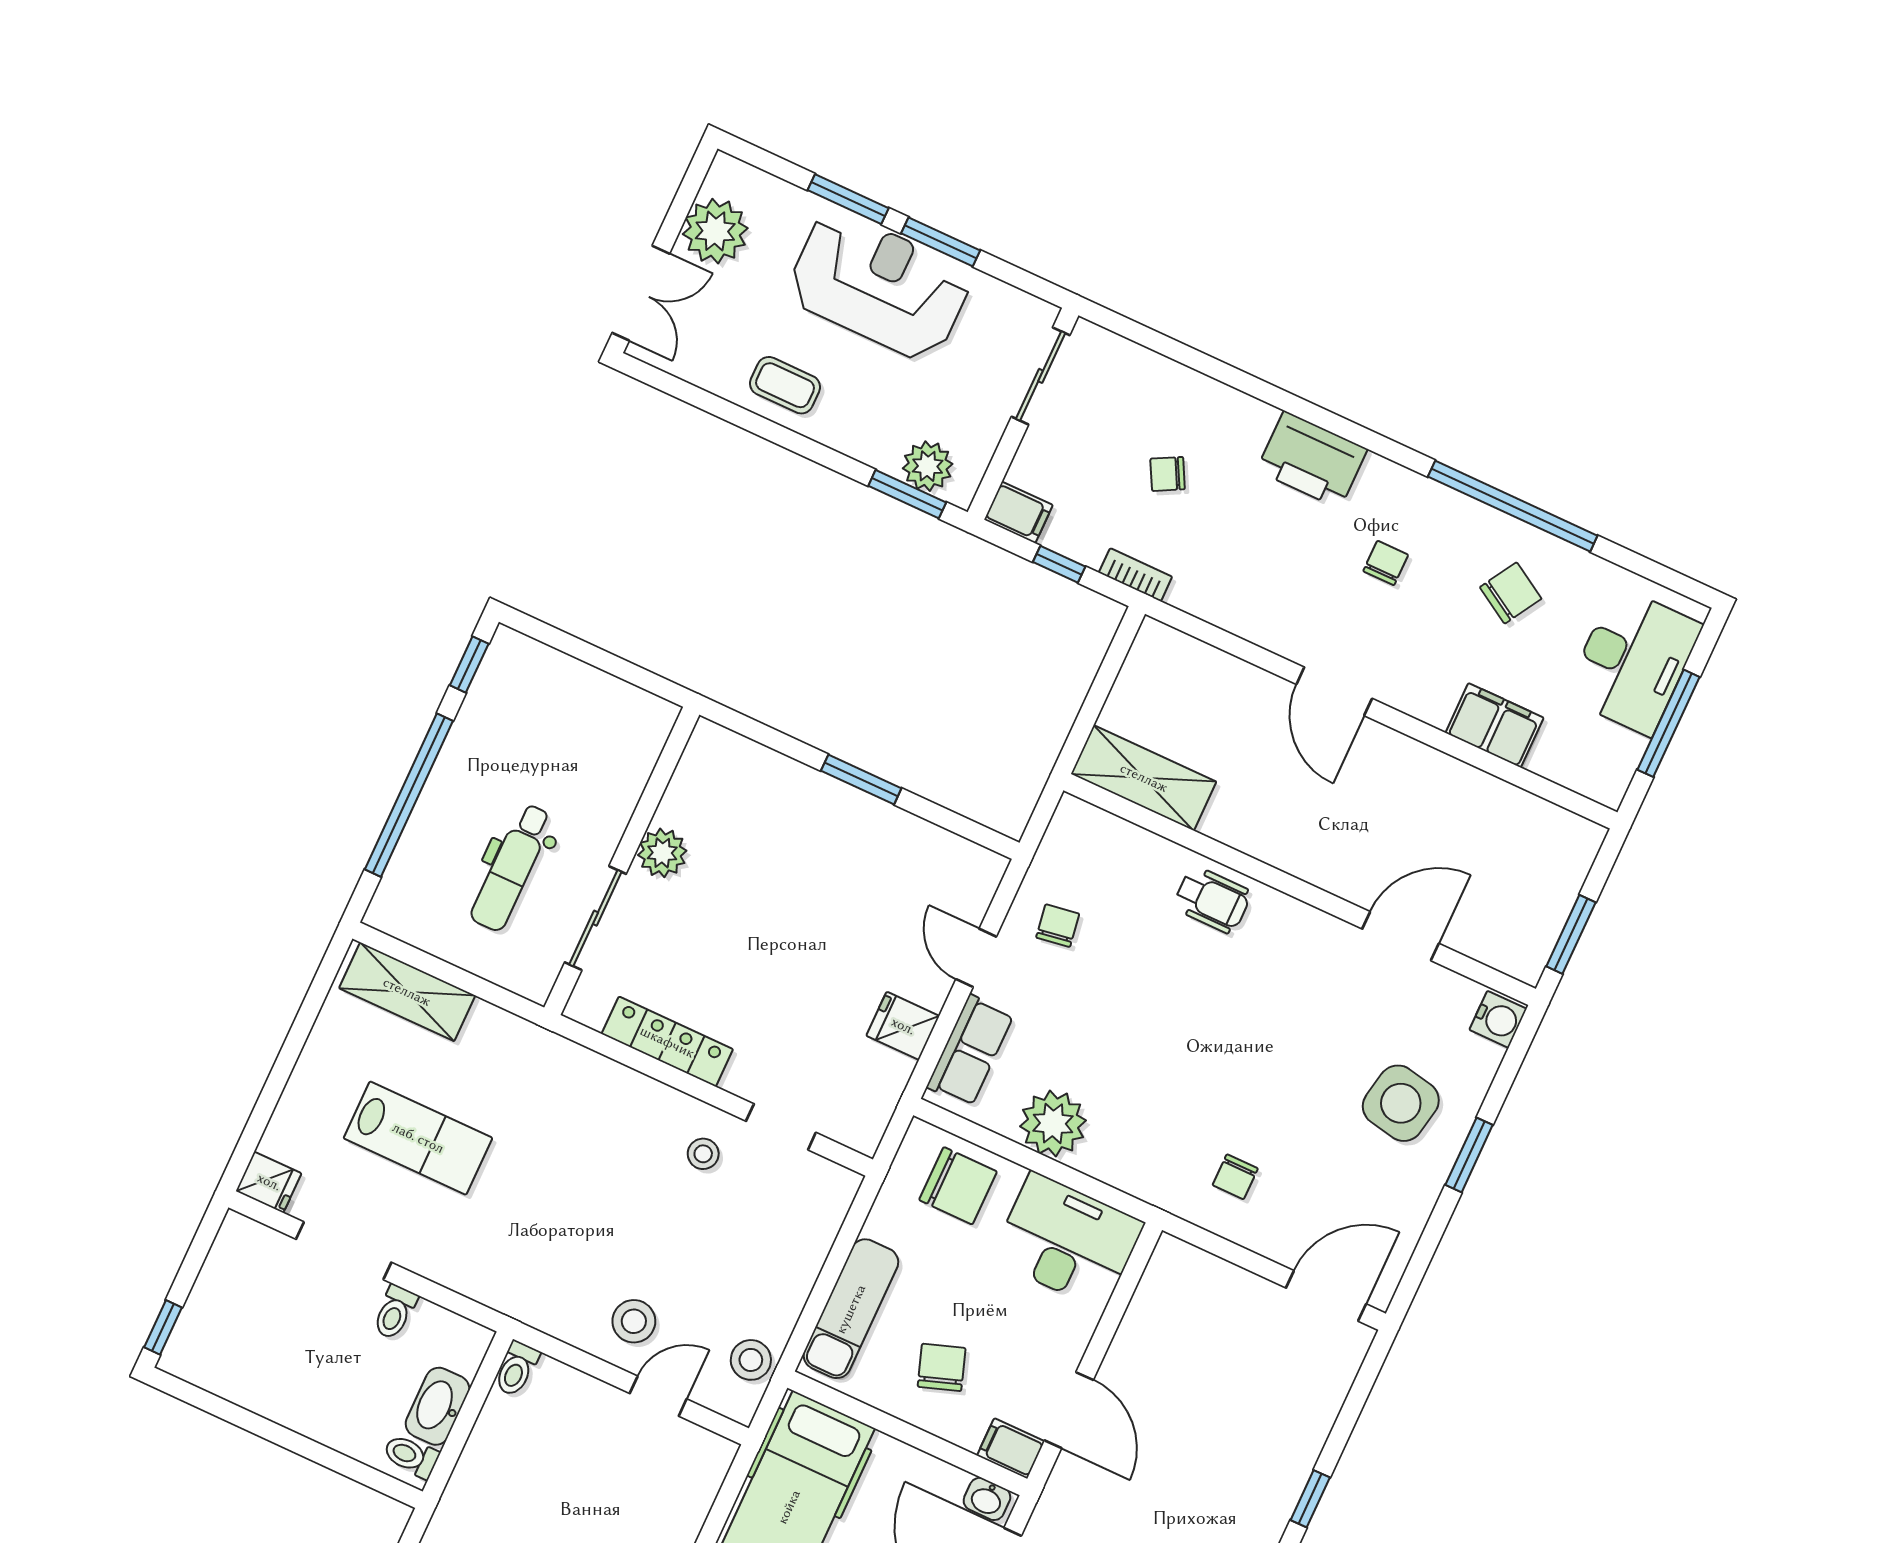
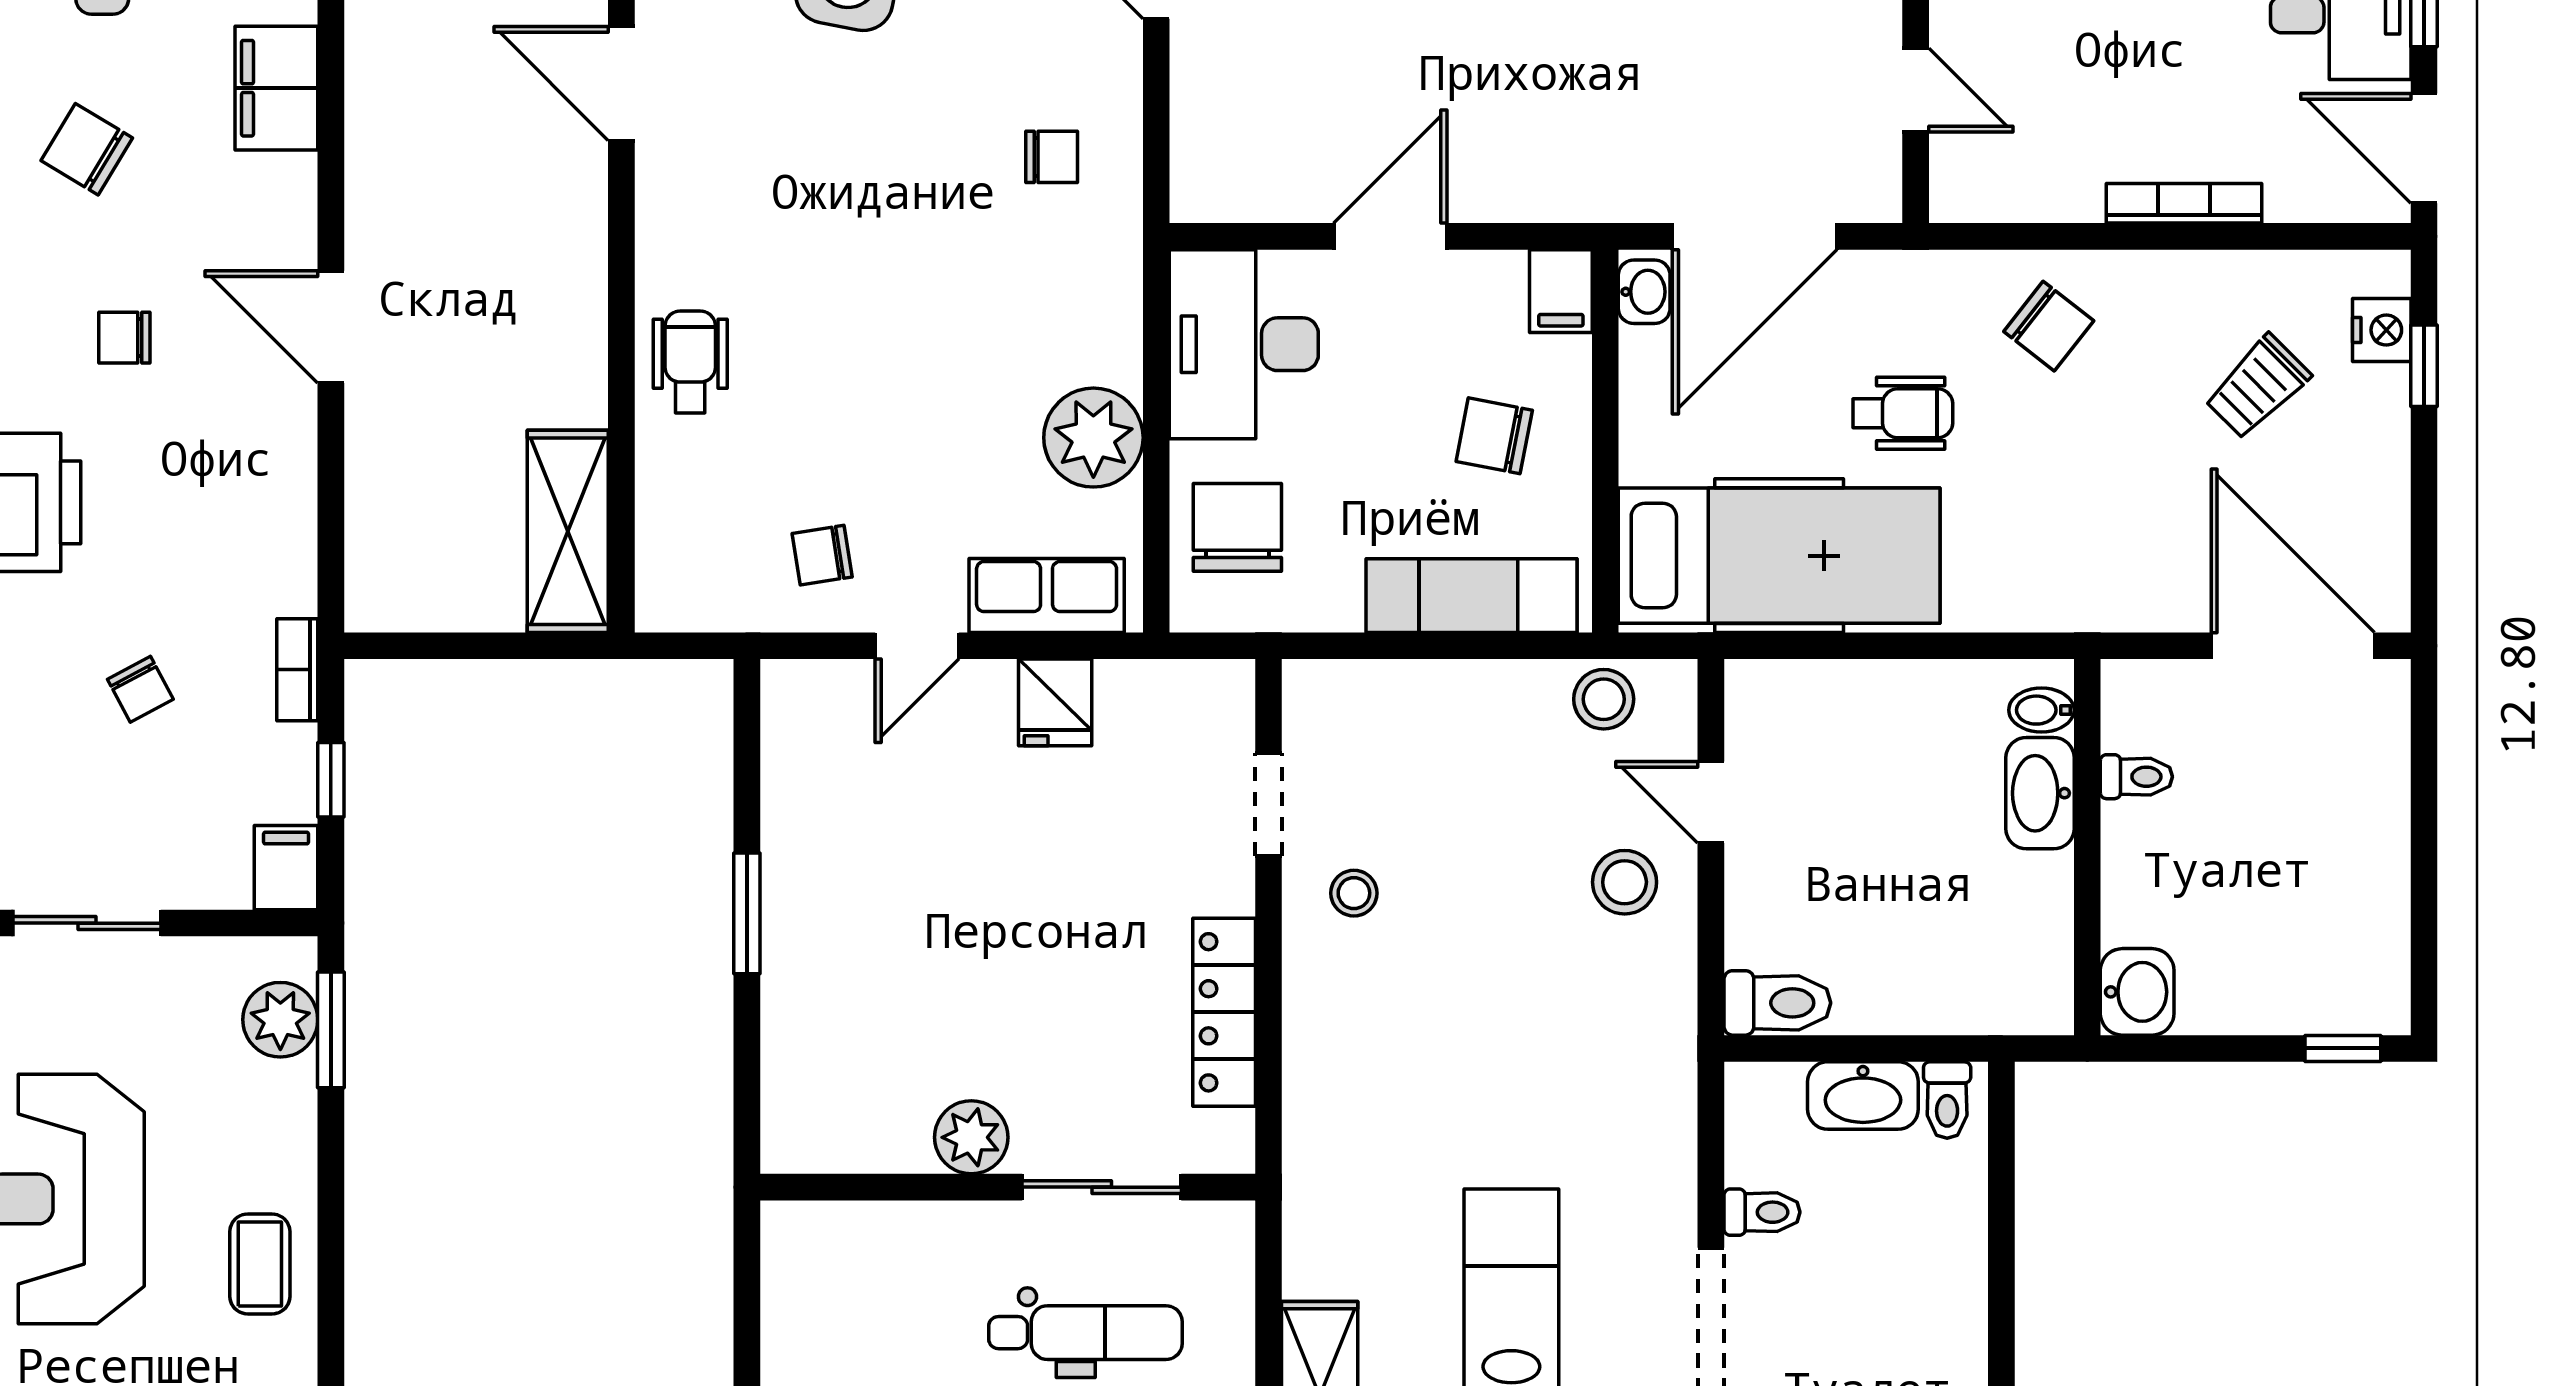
door: (1334, 691) -> (331, 327), swing flipped
chair: (942, 1367) -> (1494, 436), turned 30
toilet: (516, 1369) -> (1777, 1003), width x1.37, depth x1.39
door: (1069, 1410) -> (1390, 236), moved

